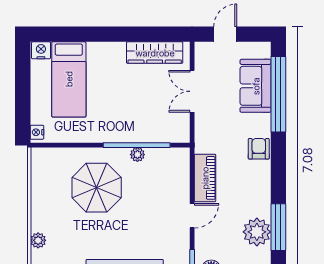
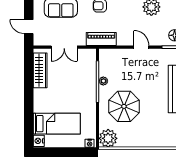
piano: (205, 178) -> (101, 39), moved
plant: (38, 240) -> (108, 138), moved, width x1.88, depth x1.88

